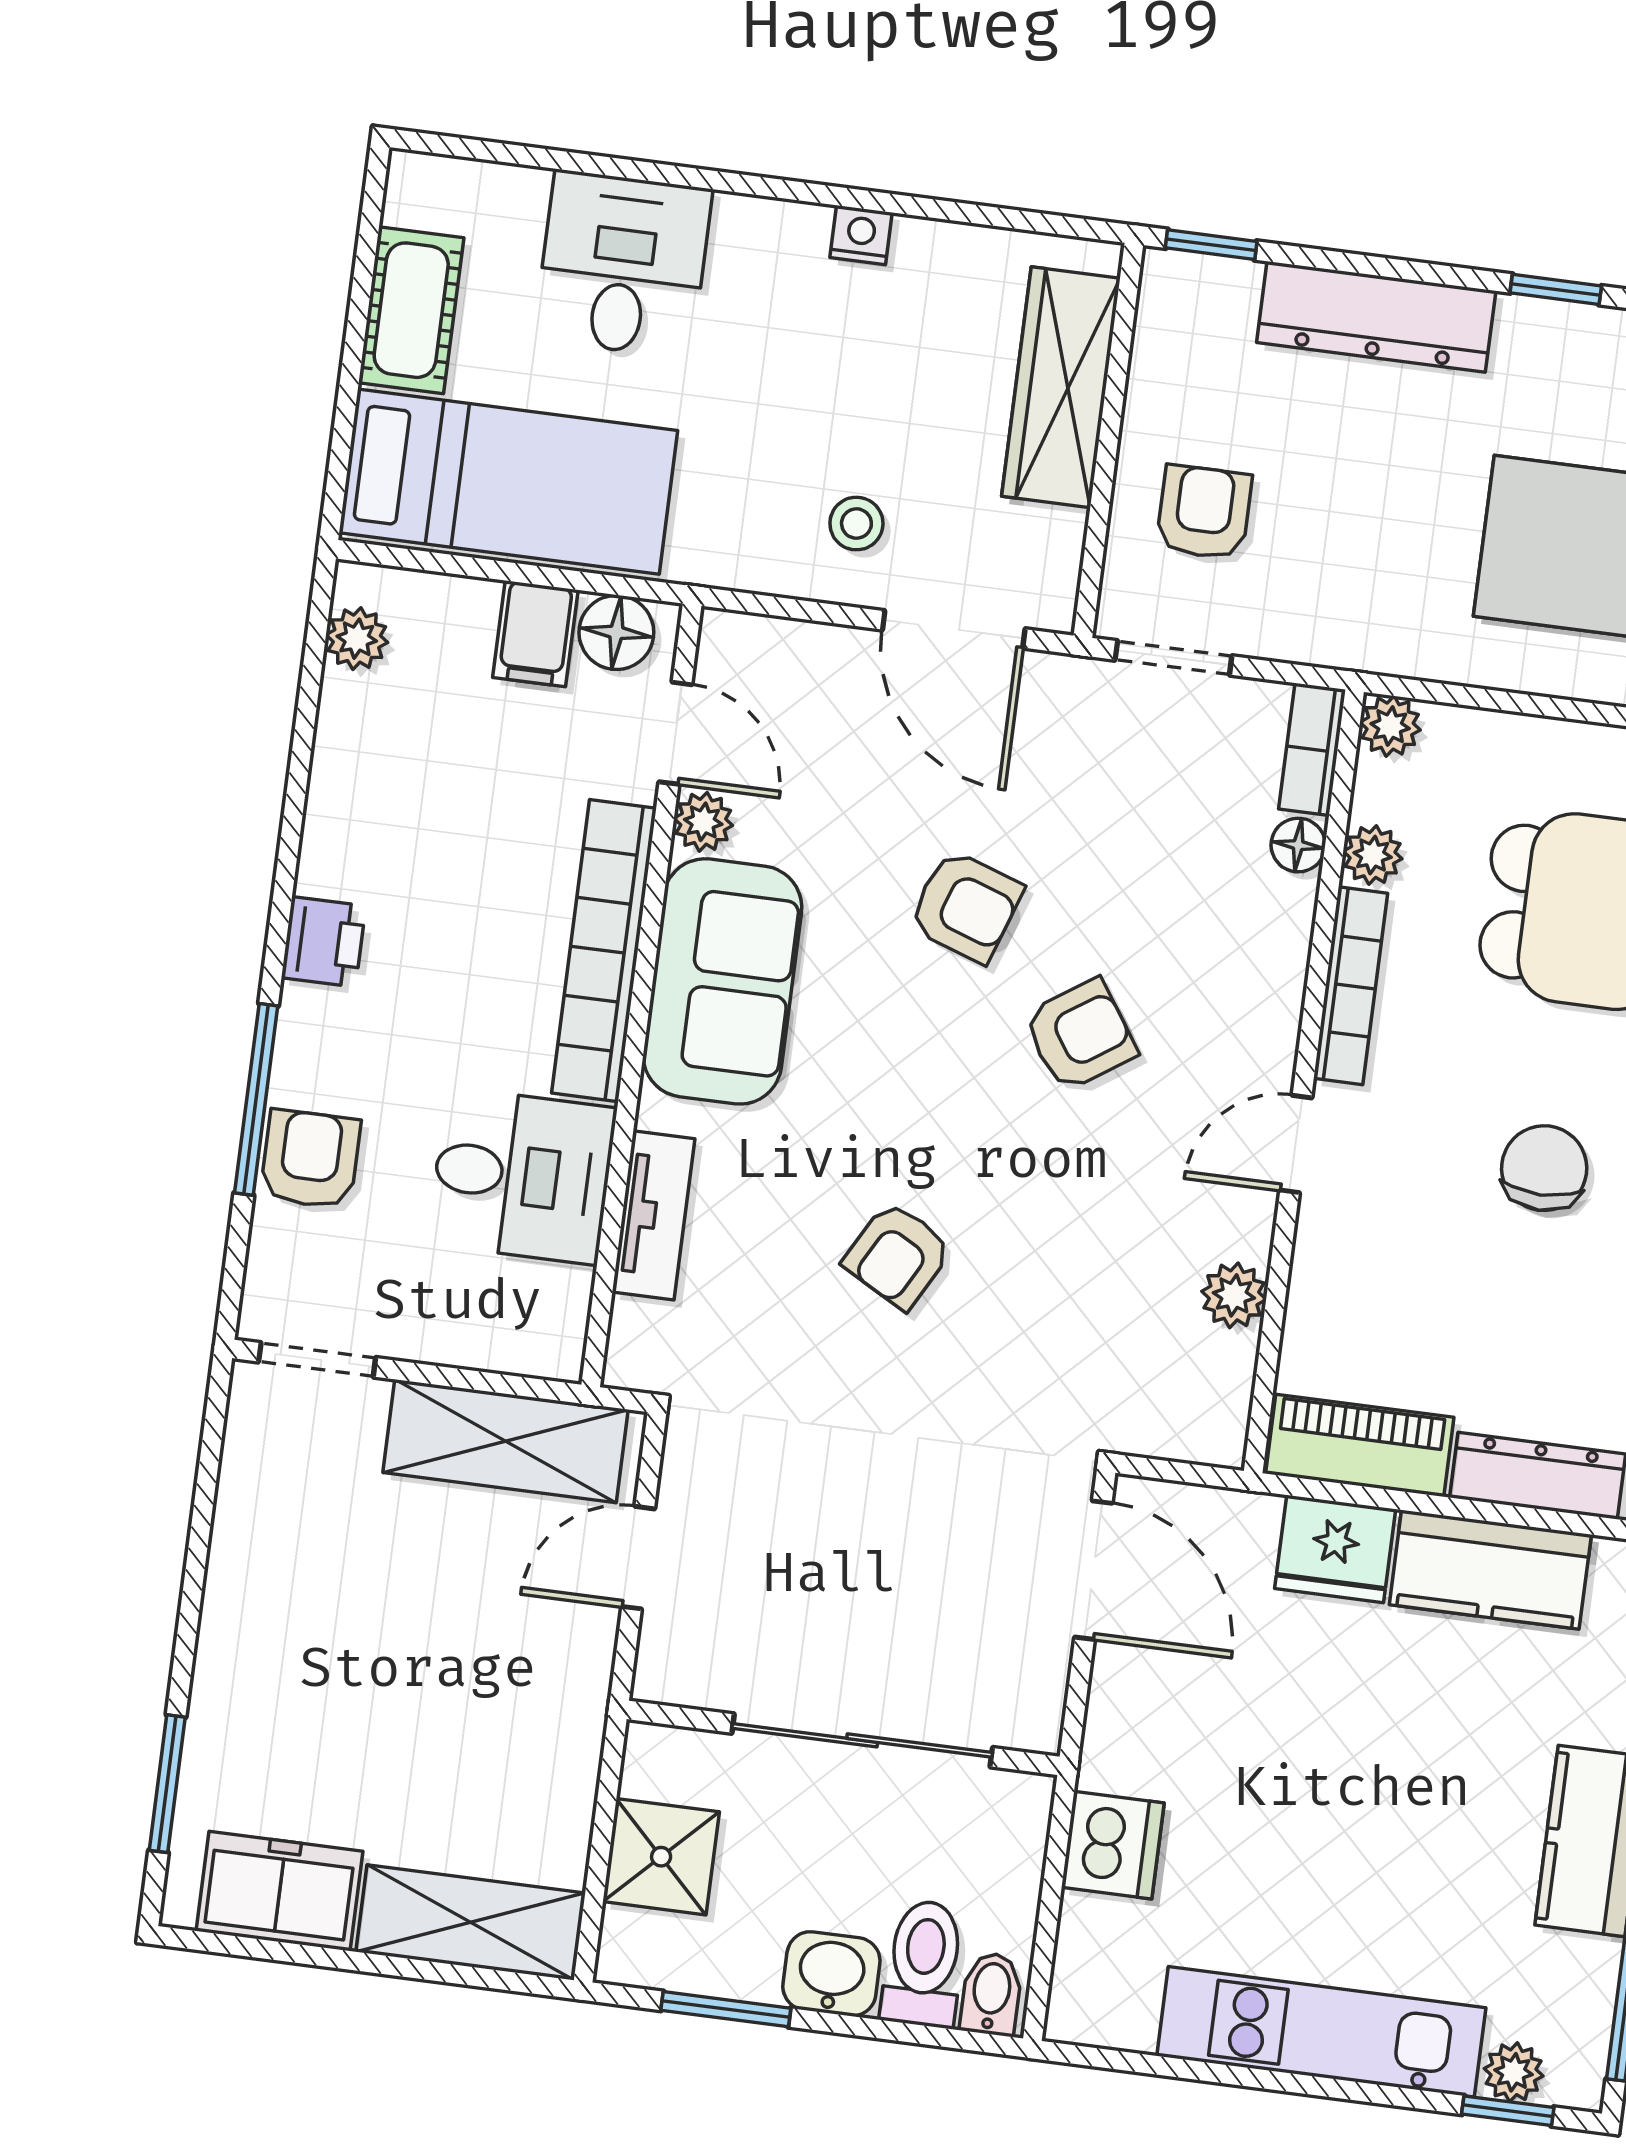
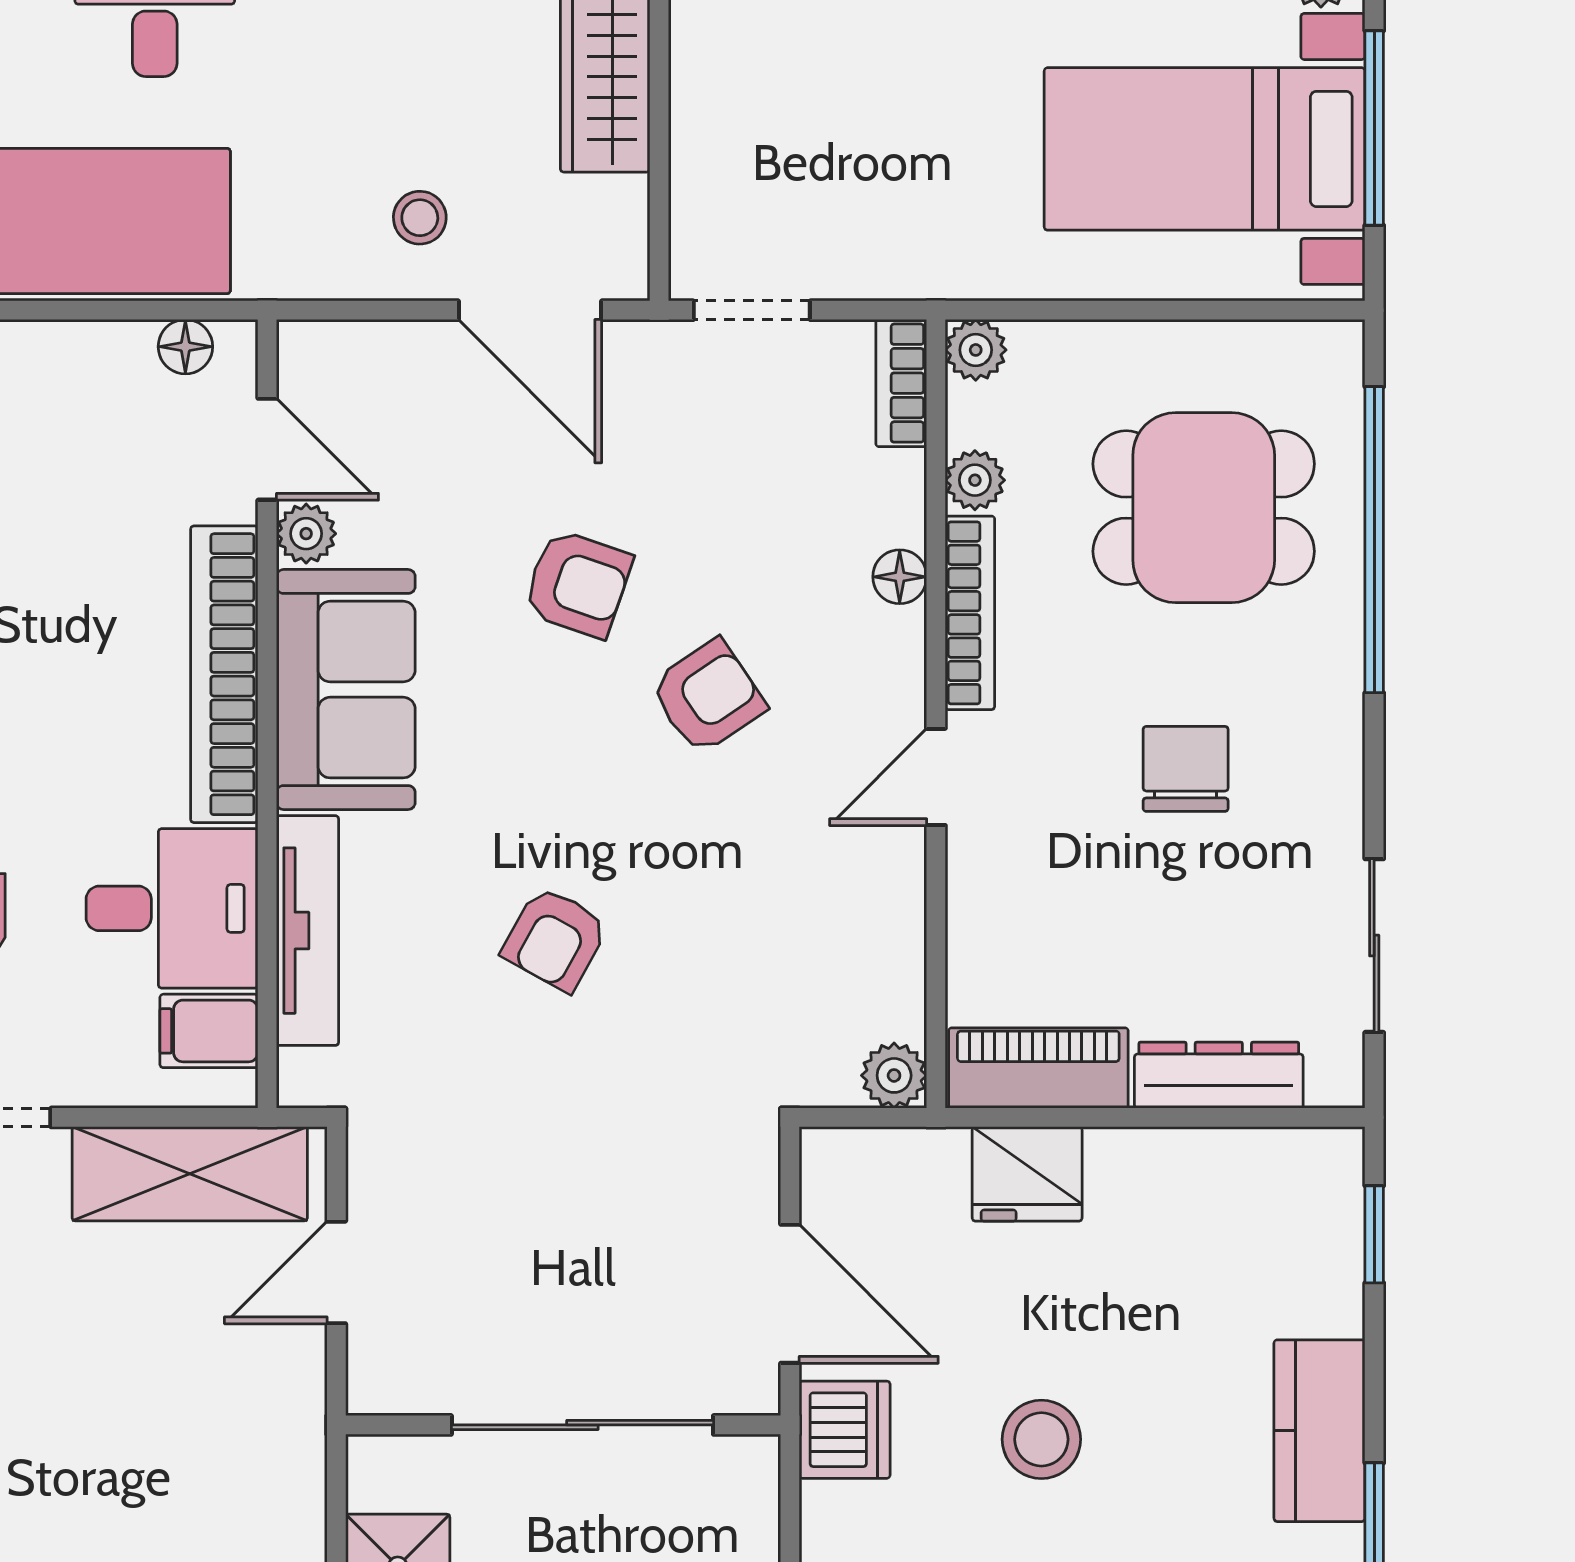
armchair: (1204, 512) -> (763, 162), removed
floor lamp: (616, 632) -> (185, 347), width x0.73, depth x0.73
filing cabinet: (535, 634) -> (209, 1031), moved, turned 90
floor lamp: (1298, 845) -> (900, 577), moved
tv unit: (653, 1215) -> (308, 931), width x1.41
plant: (1234, 1295) -> (894, 1075), moved
door: (1093, 1570) -> (790, 1294), moved
kitchen counter: (1490, 1570) -> (1184, 1174), removed
stool: (1315, 1814) -> (1041, 1439), added
dishwasher: (1113, 1845) -> (845, 1430), moved

